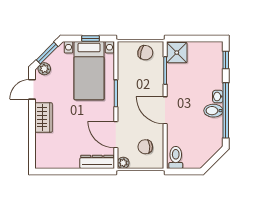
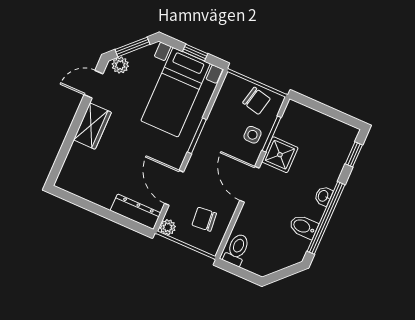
shower: (177, 53) -> (280, 155), moved
side table: (153, 76) -> (252, 135), added
bidet: (213, 111) -> (303, 227), moved

